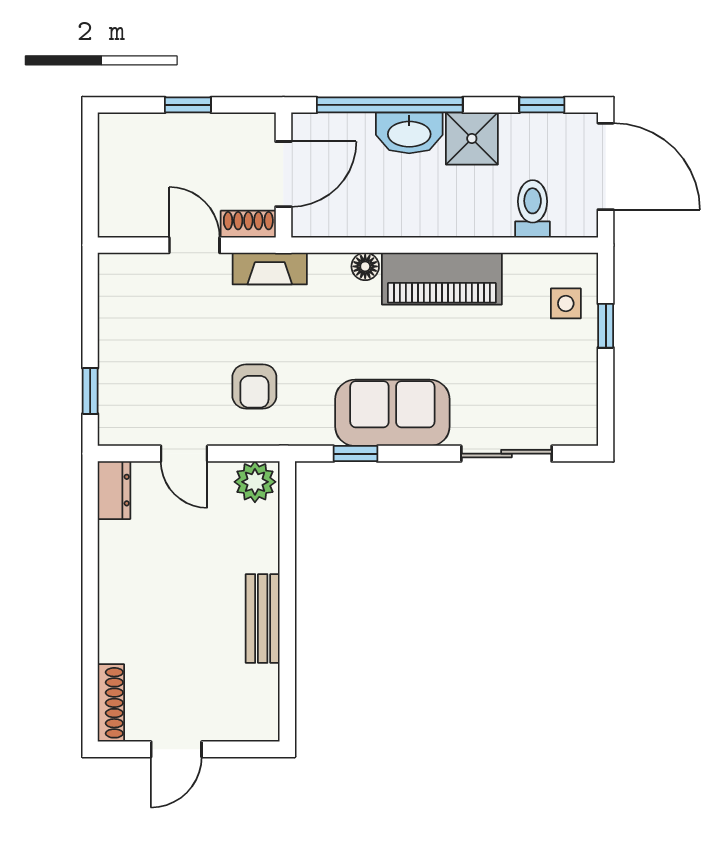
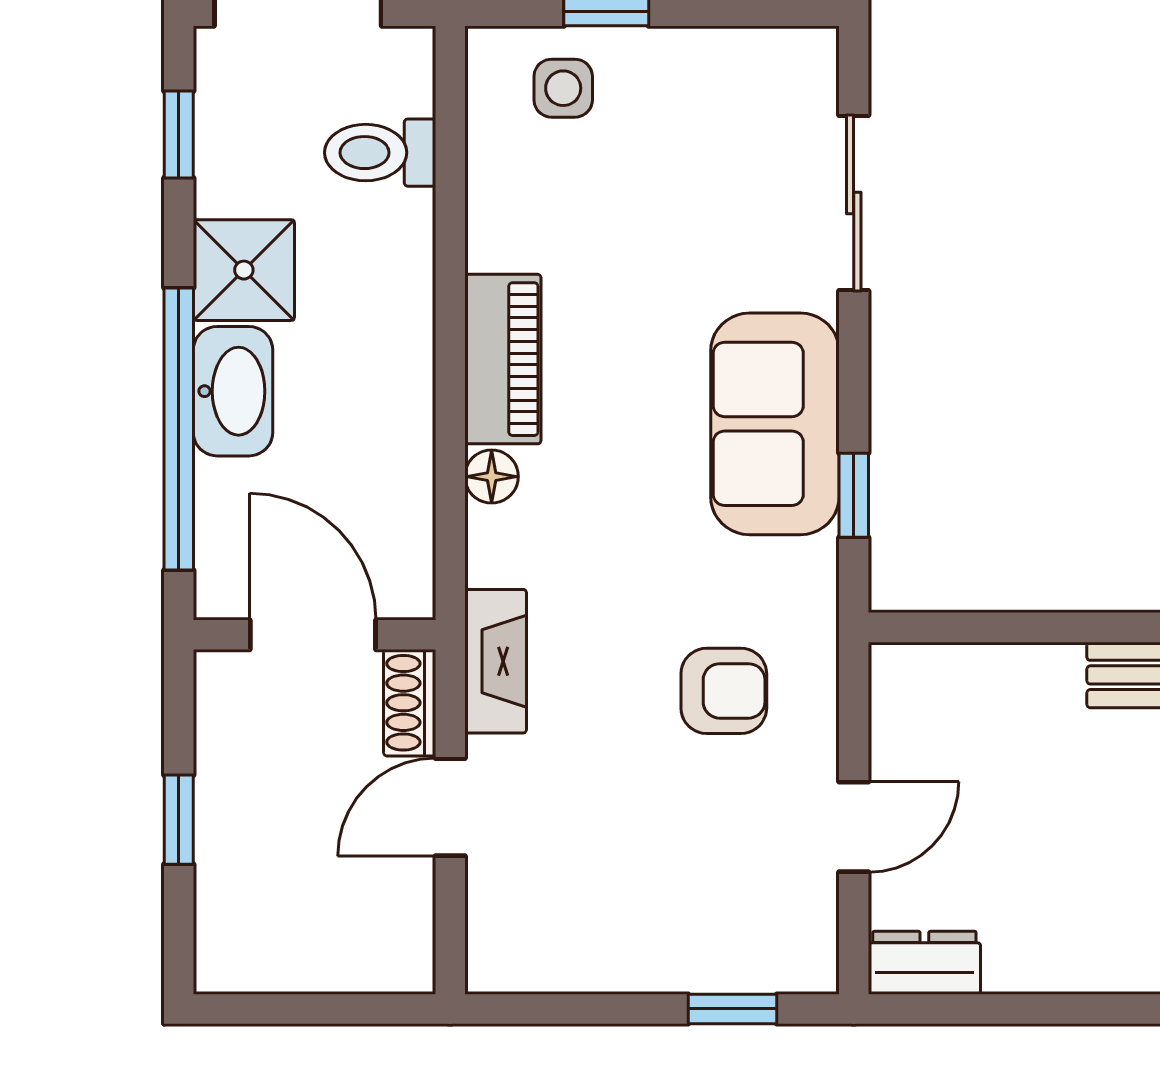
piano: (442, 279) -> (503, 359), width x0.73, depth x0.75
plant: (255, 482) -> (908, 690), removed

